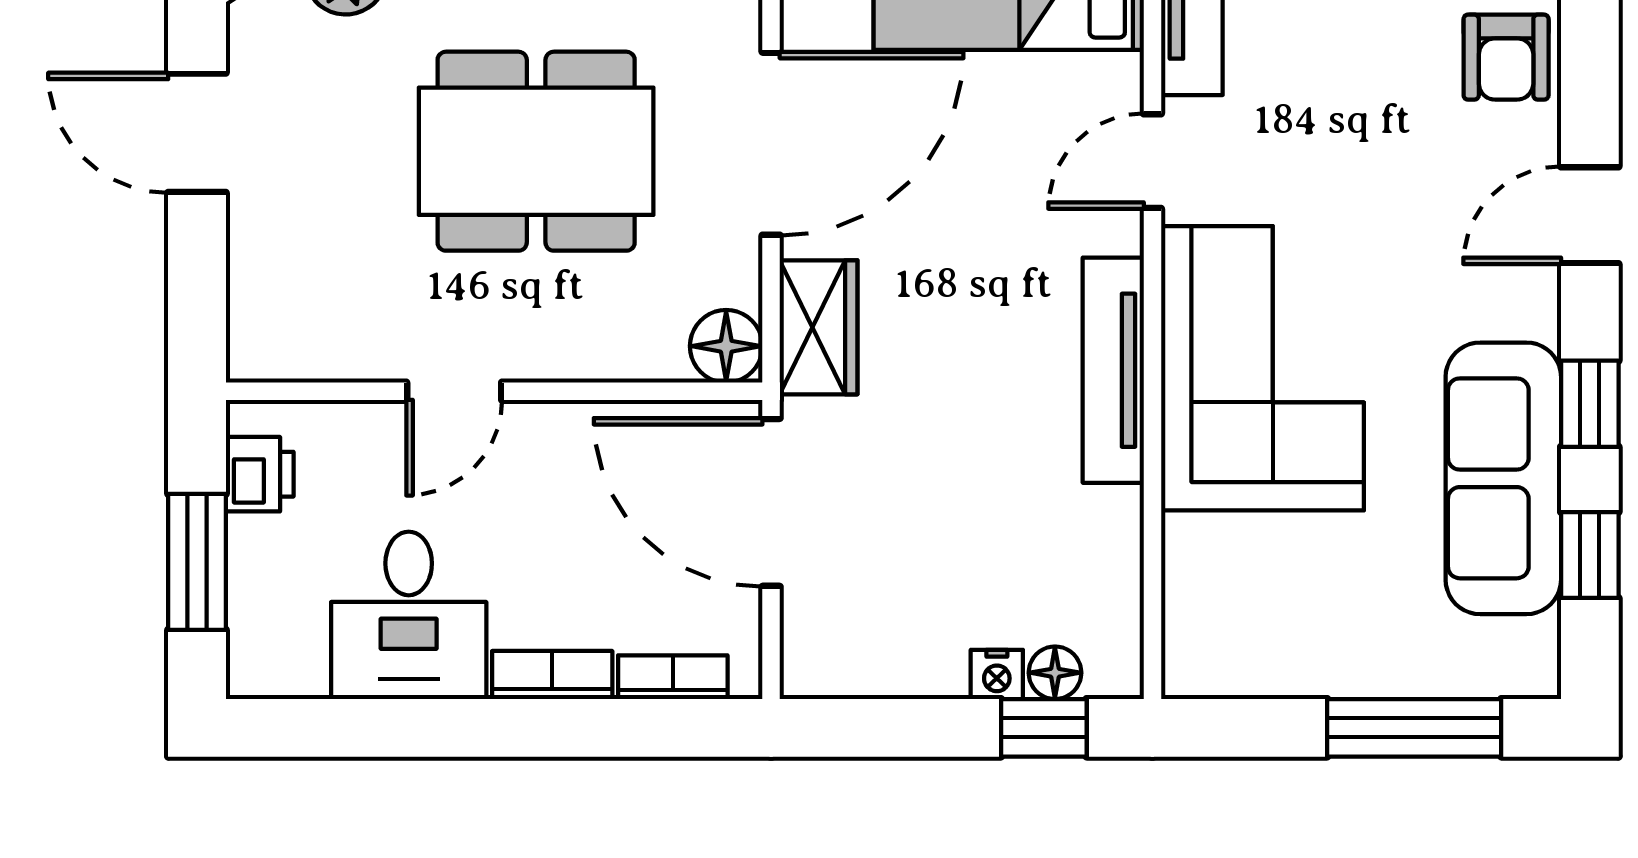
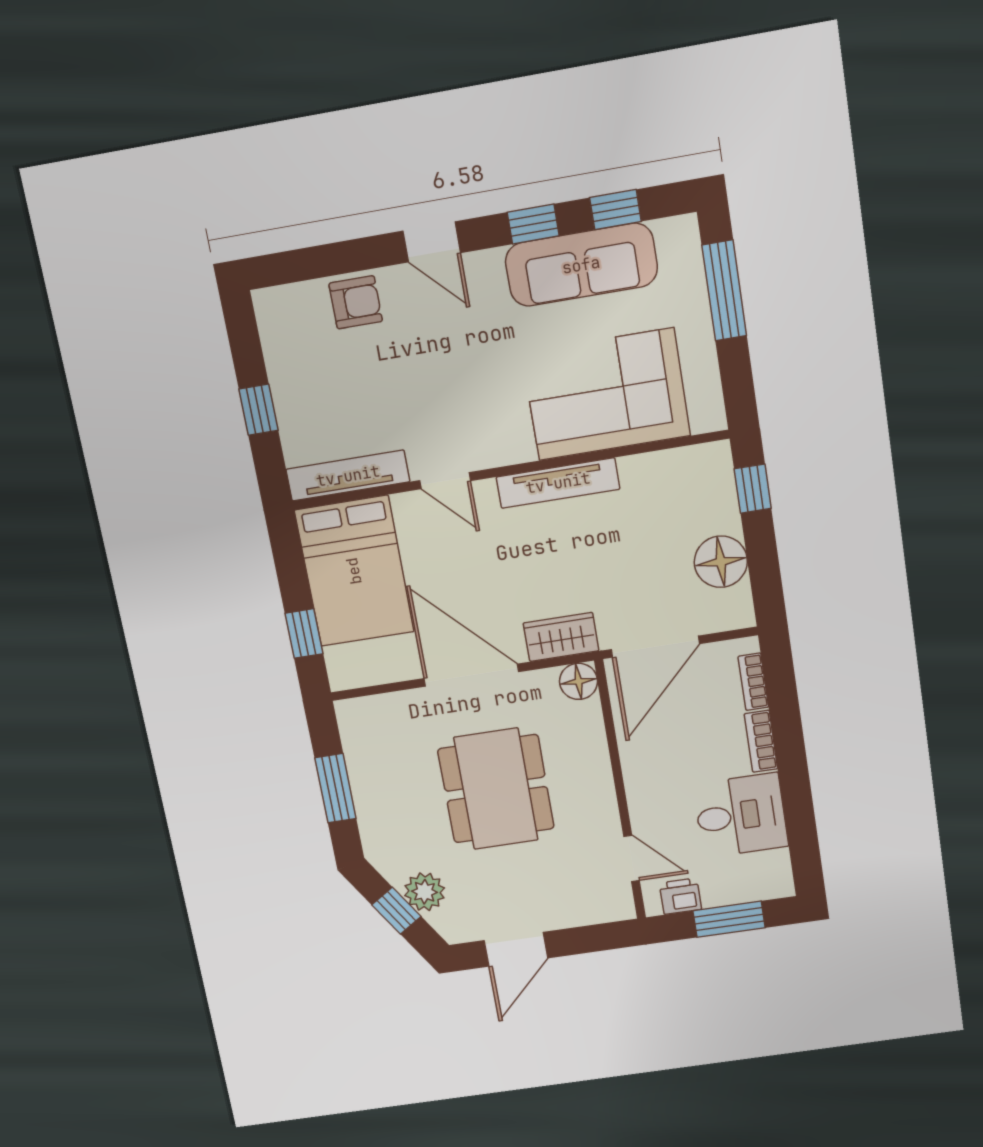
corner sofa: (1262, 368) -> (606, 394), moved
door: (454, 391) -> (632, 858), moved
floor lamp: (1055, 673) -> (721, 562), moved, width x1.89, depth x1.89
nightstand: (997, 674) -> (728, 518), removed

